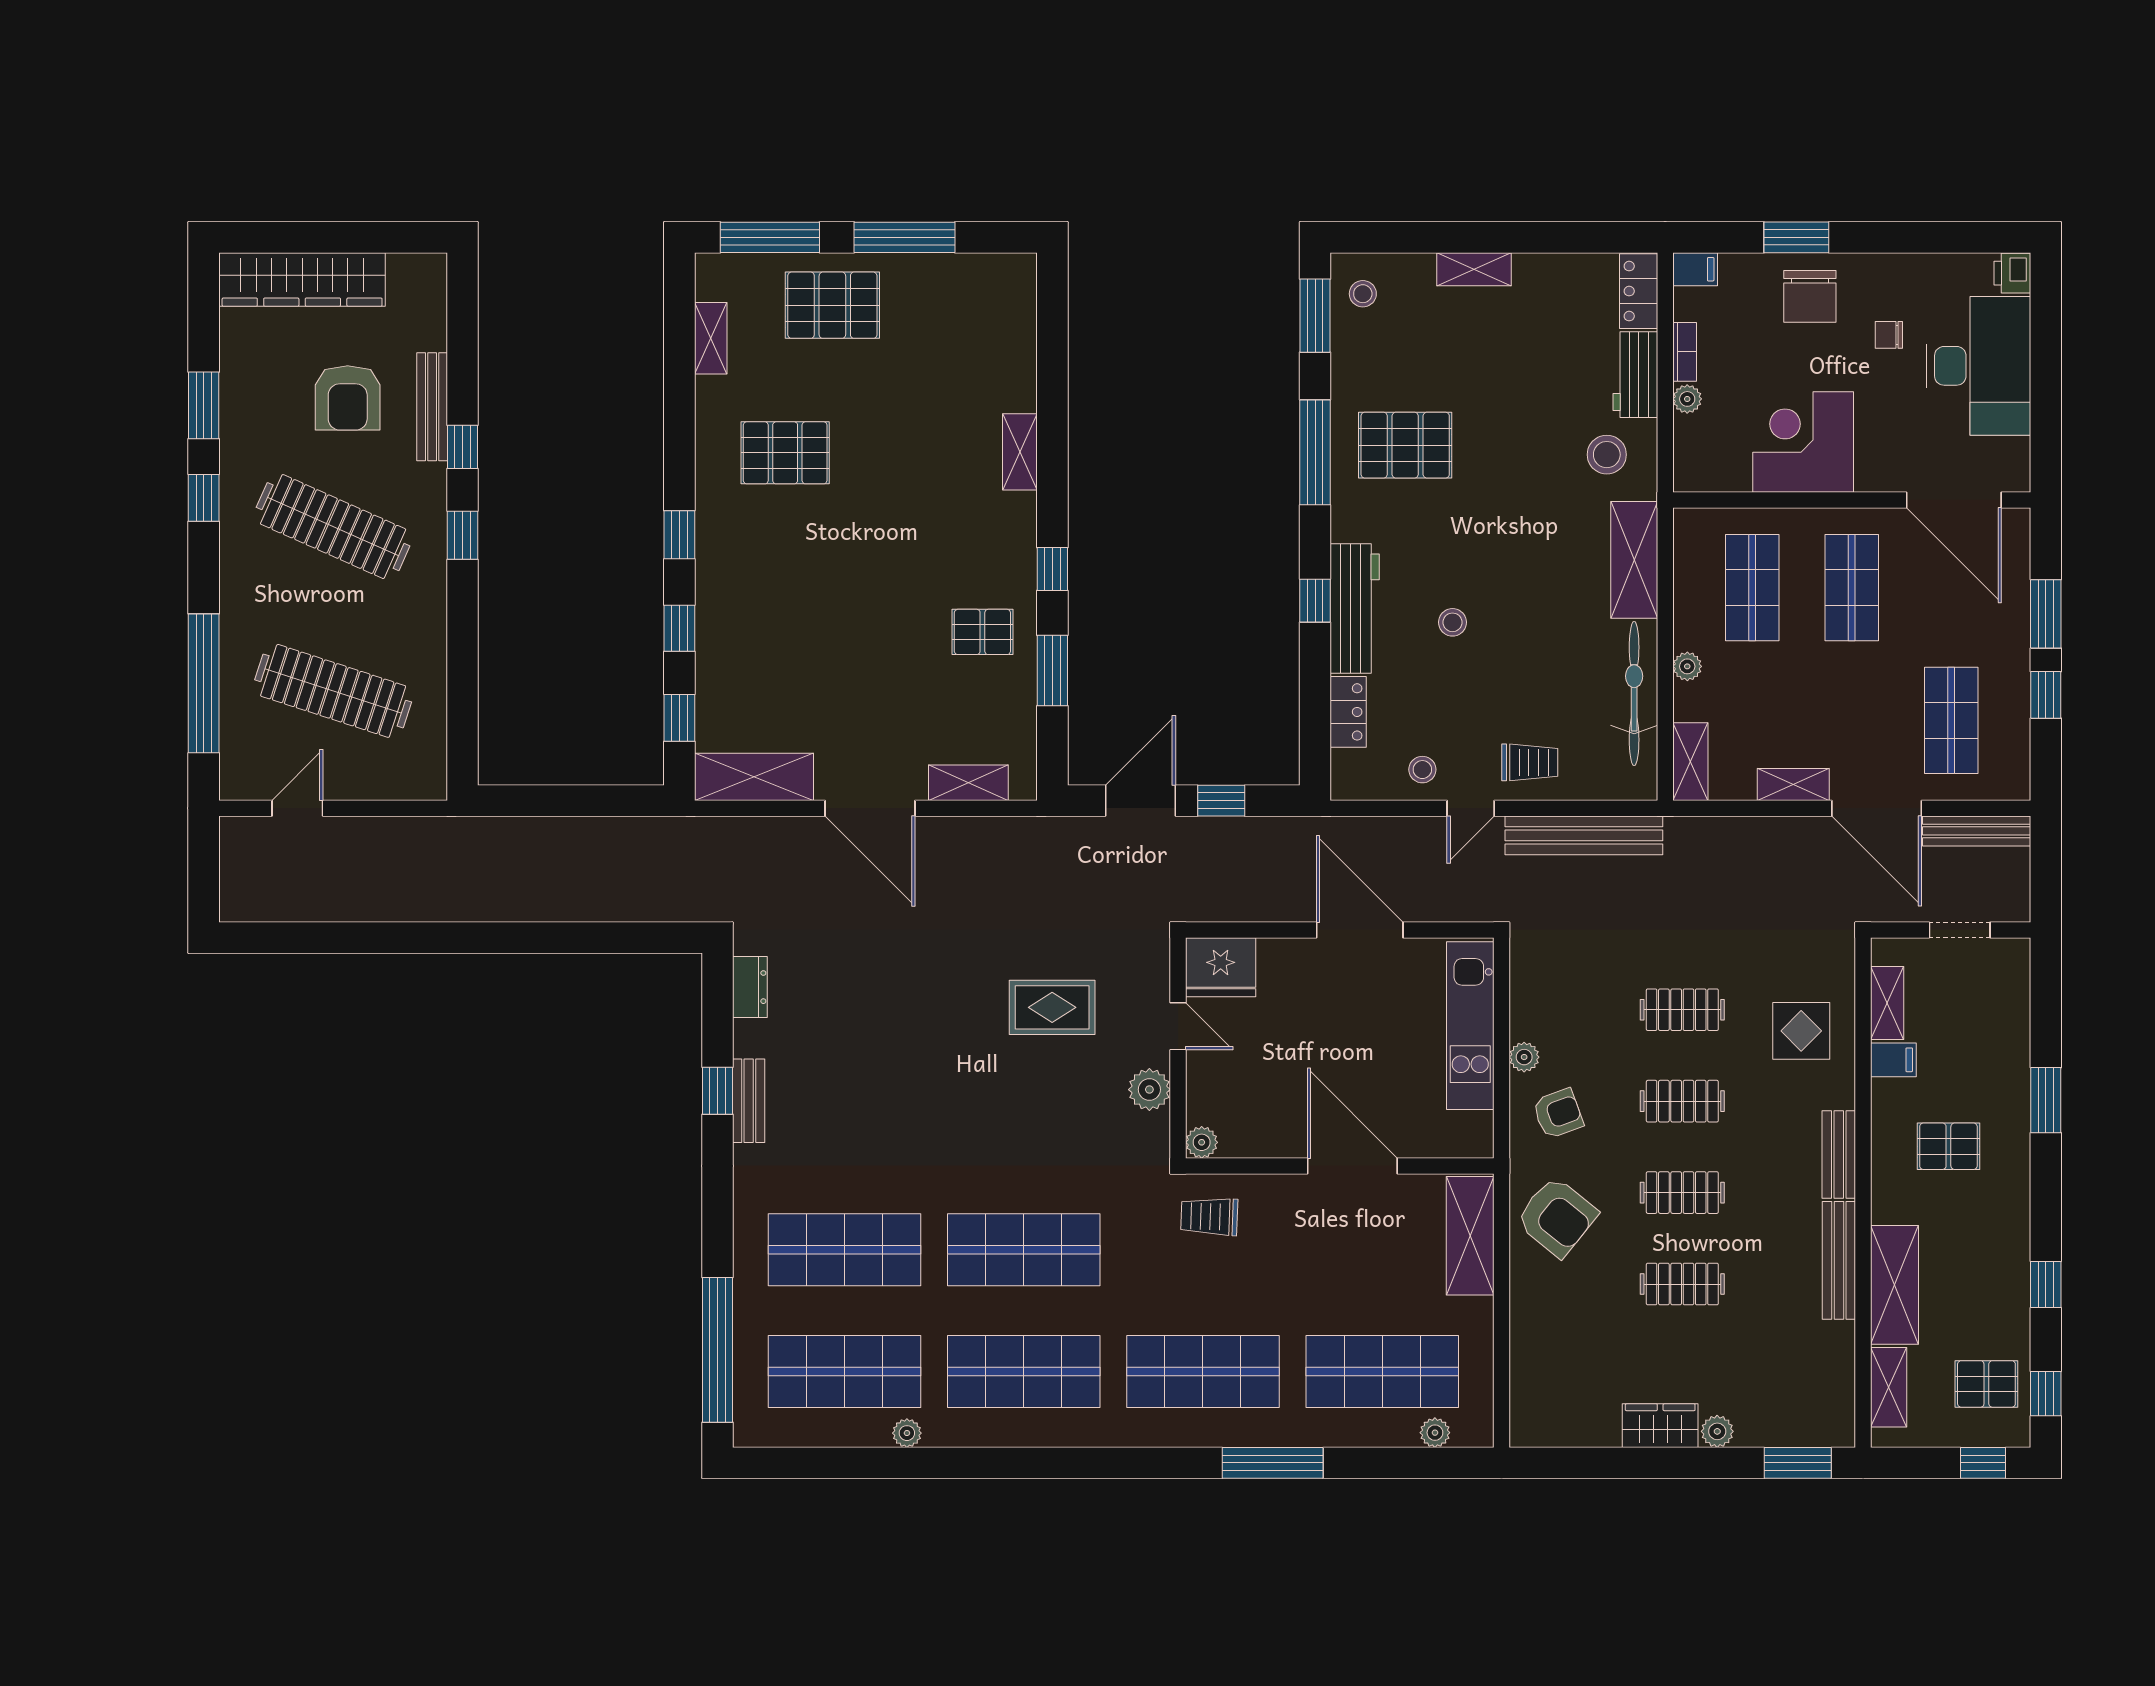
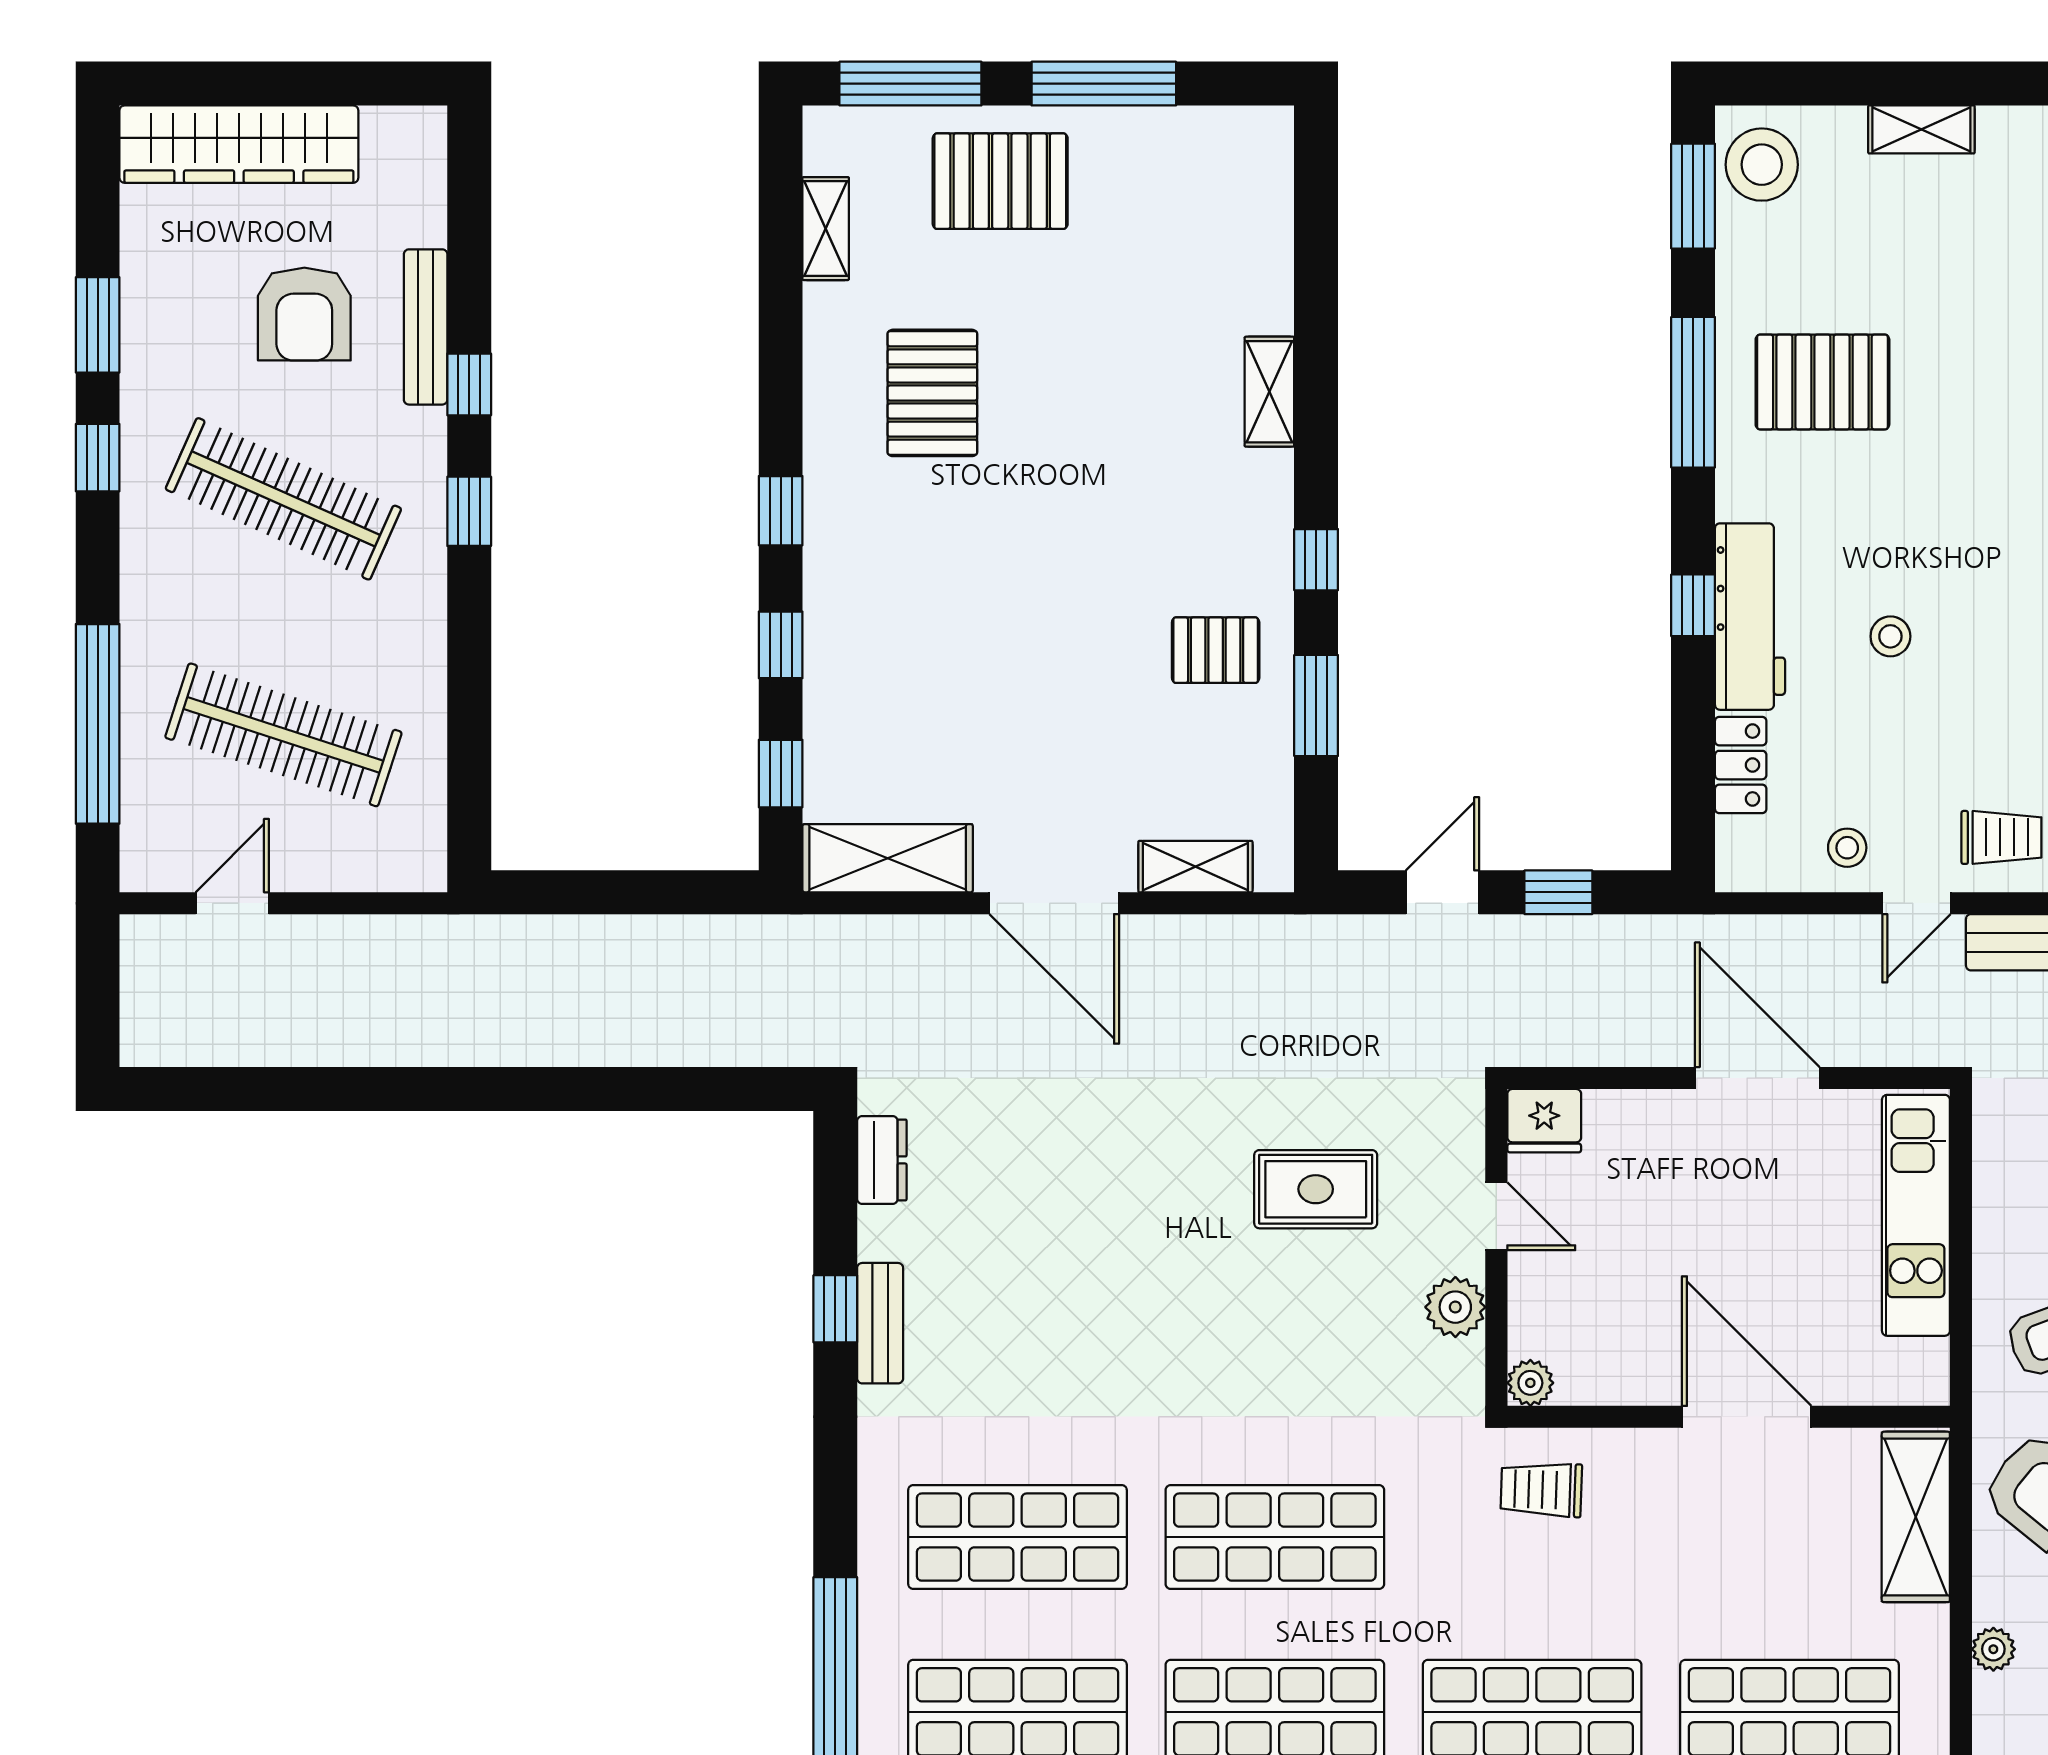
stool: (1363, 294) -> (1762, 165), width x1.89, depth x1.89
pallet: (785, 453) -> (932, 393), turned 90
door: (1141, 801) -> (1443, 892), width x0.73
fridge: (1221, 967) -> (1544, 1121), width x0.73, depth x0.75
plant: (1524, 1057) -> (1993, 1649), moved

